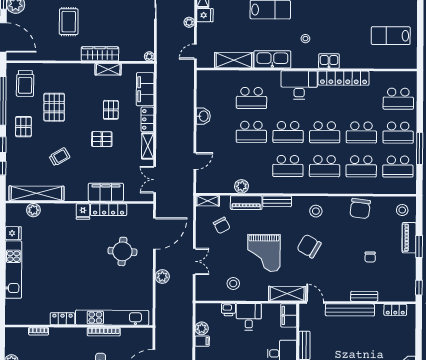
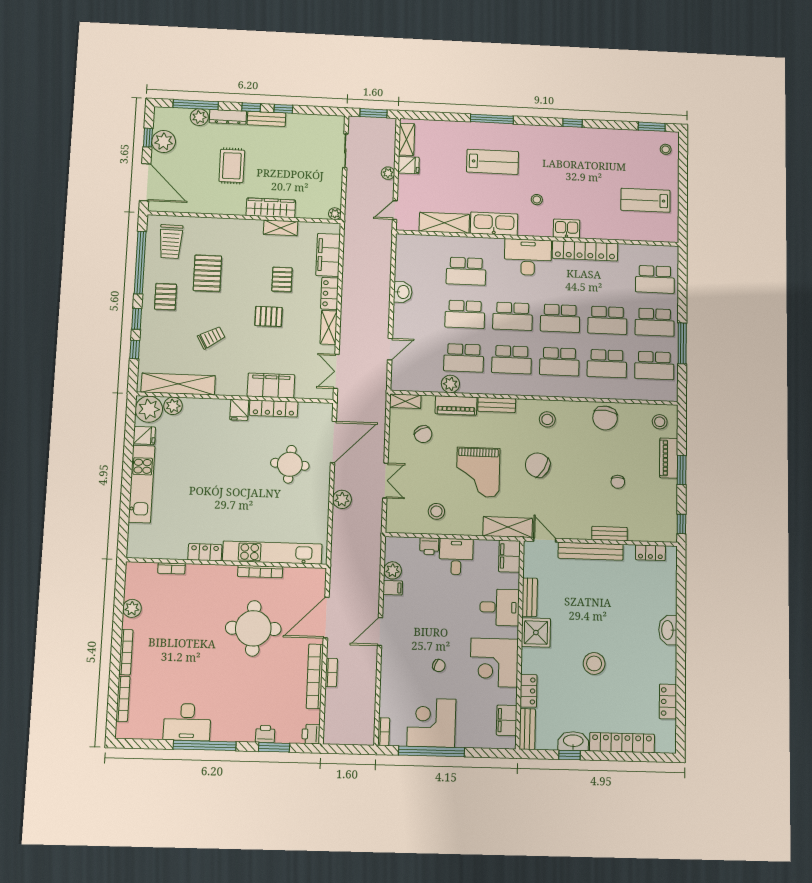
school desk: (251, 166) -> (464, 358), added
plant: (16, 213) -> (149, 409), added

